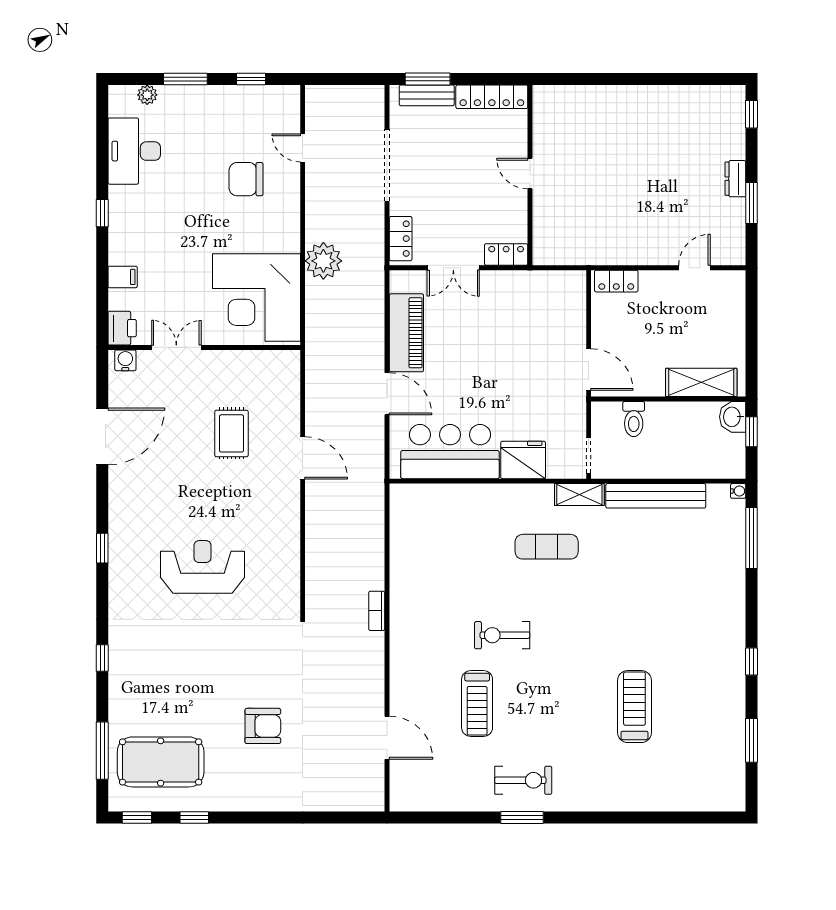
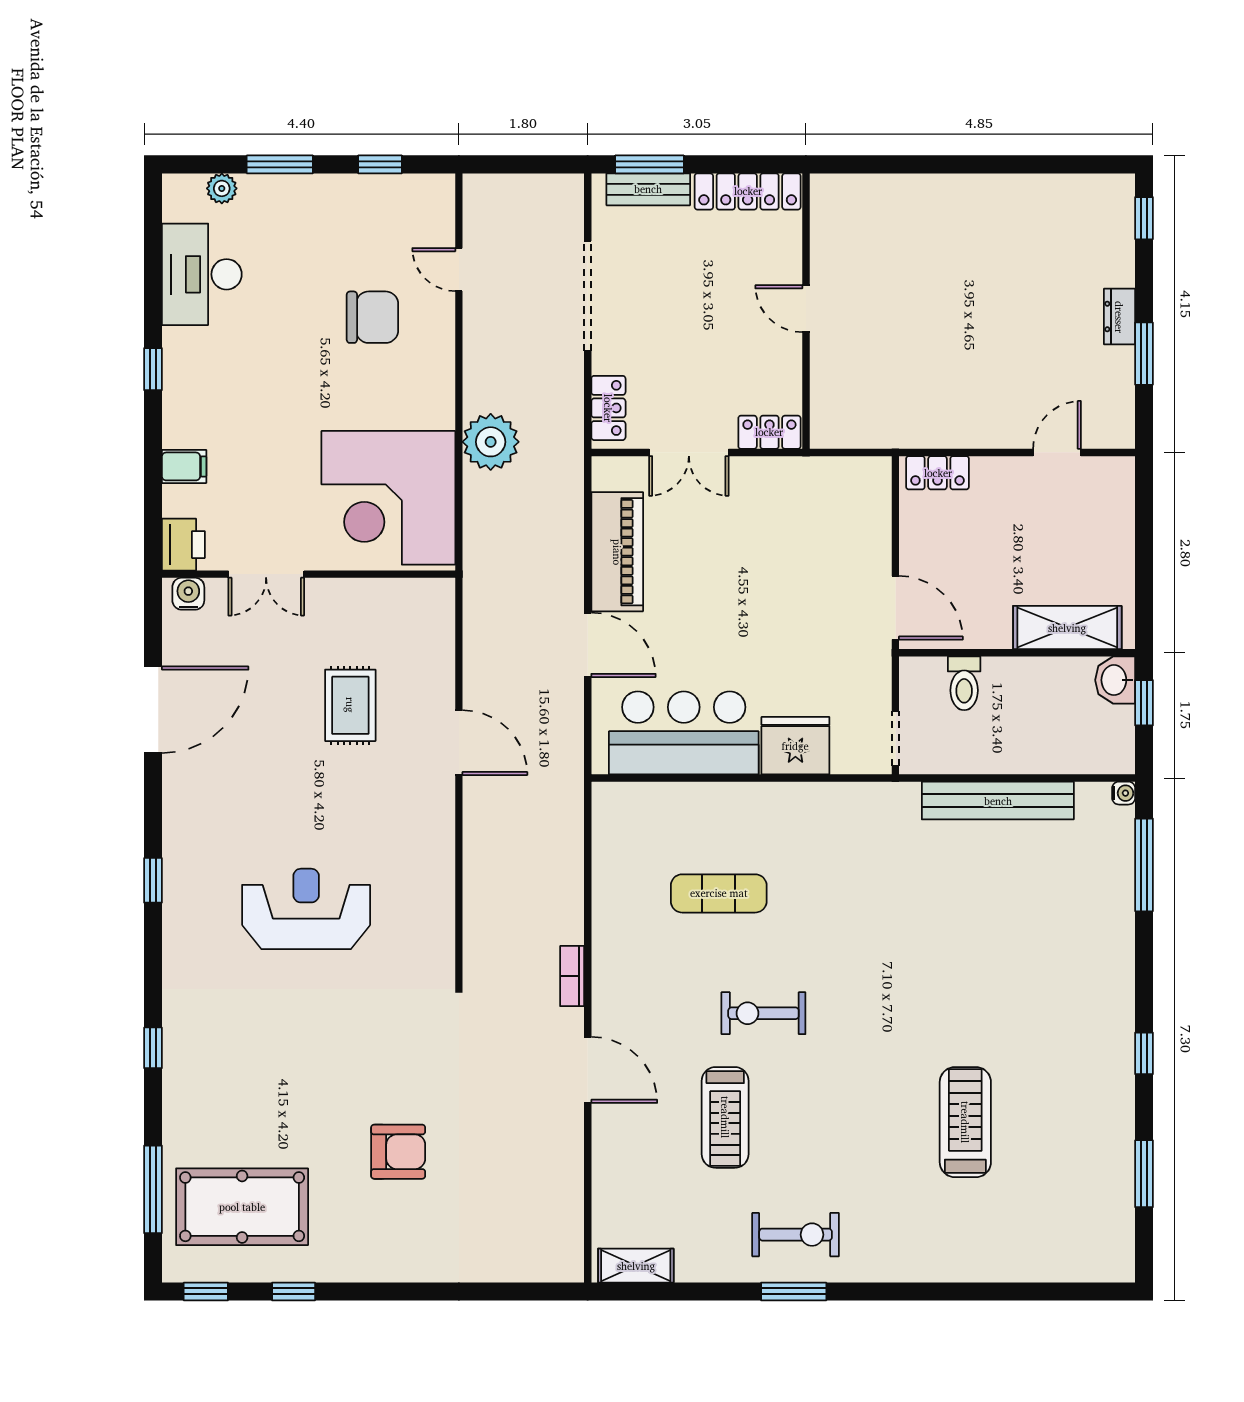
chair: (246, 179) -> (372, 317), turned 180
double door: (176, 347) -> (266, 574), swing flipped
shelving: (579, 495) -> (636, 1266), moved
exercise mat: (547, 547) -> (719, 893), moved
door: (387, 738) -> (588, 1070), moved

